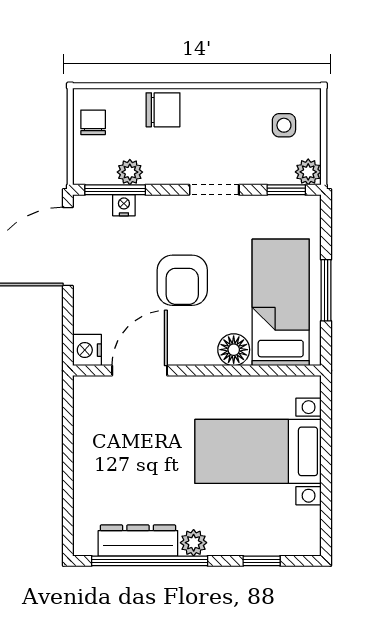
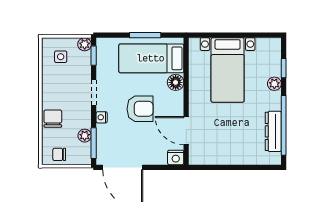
nightstand: (124, 205) -> (102, 117), moved
plant: (194, 543) -> (274, 84), moved

